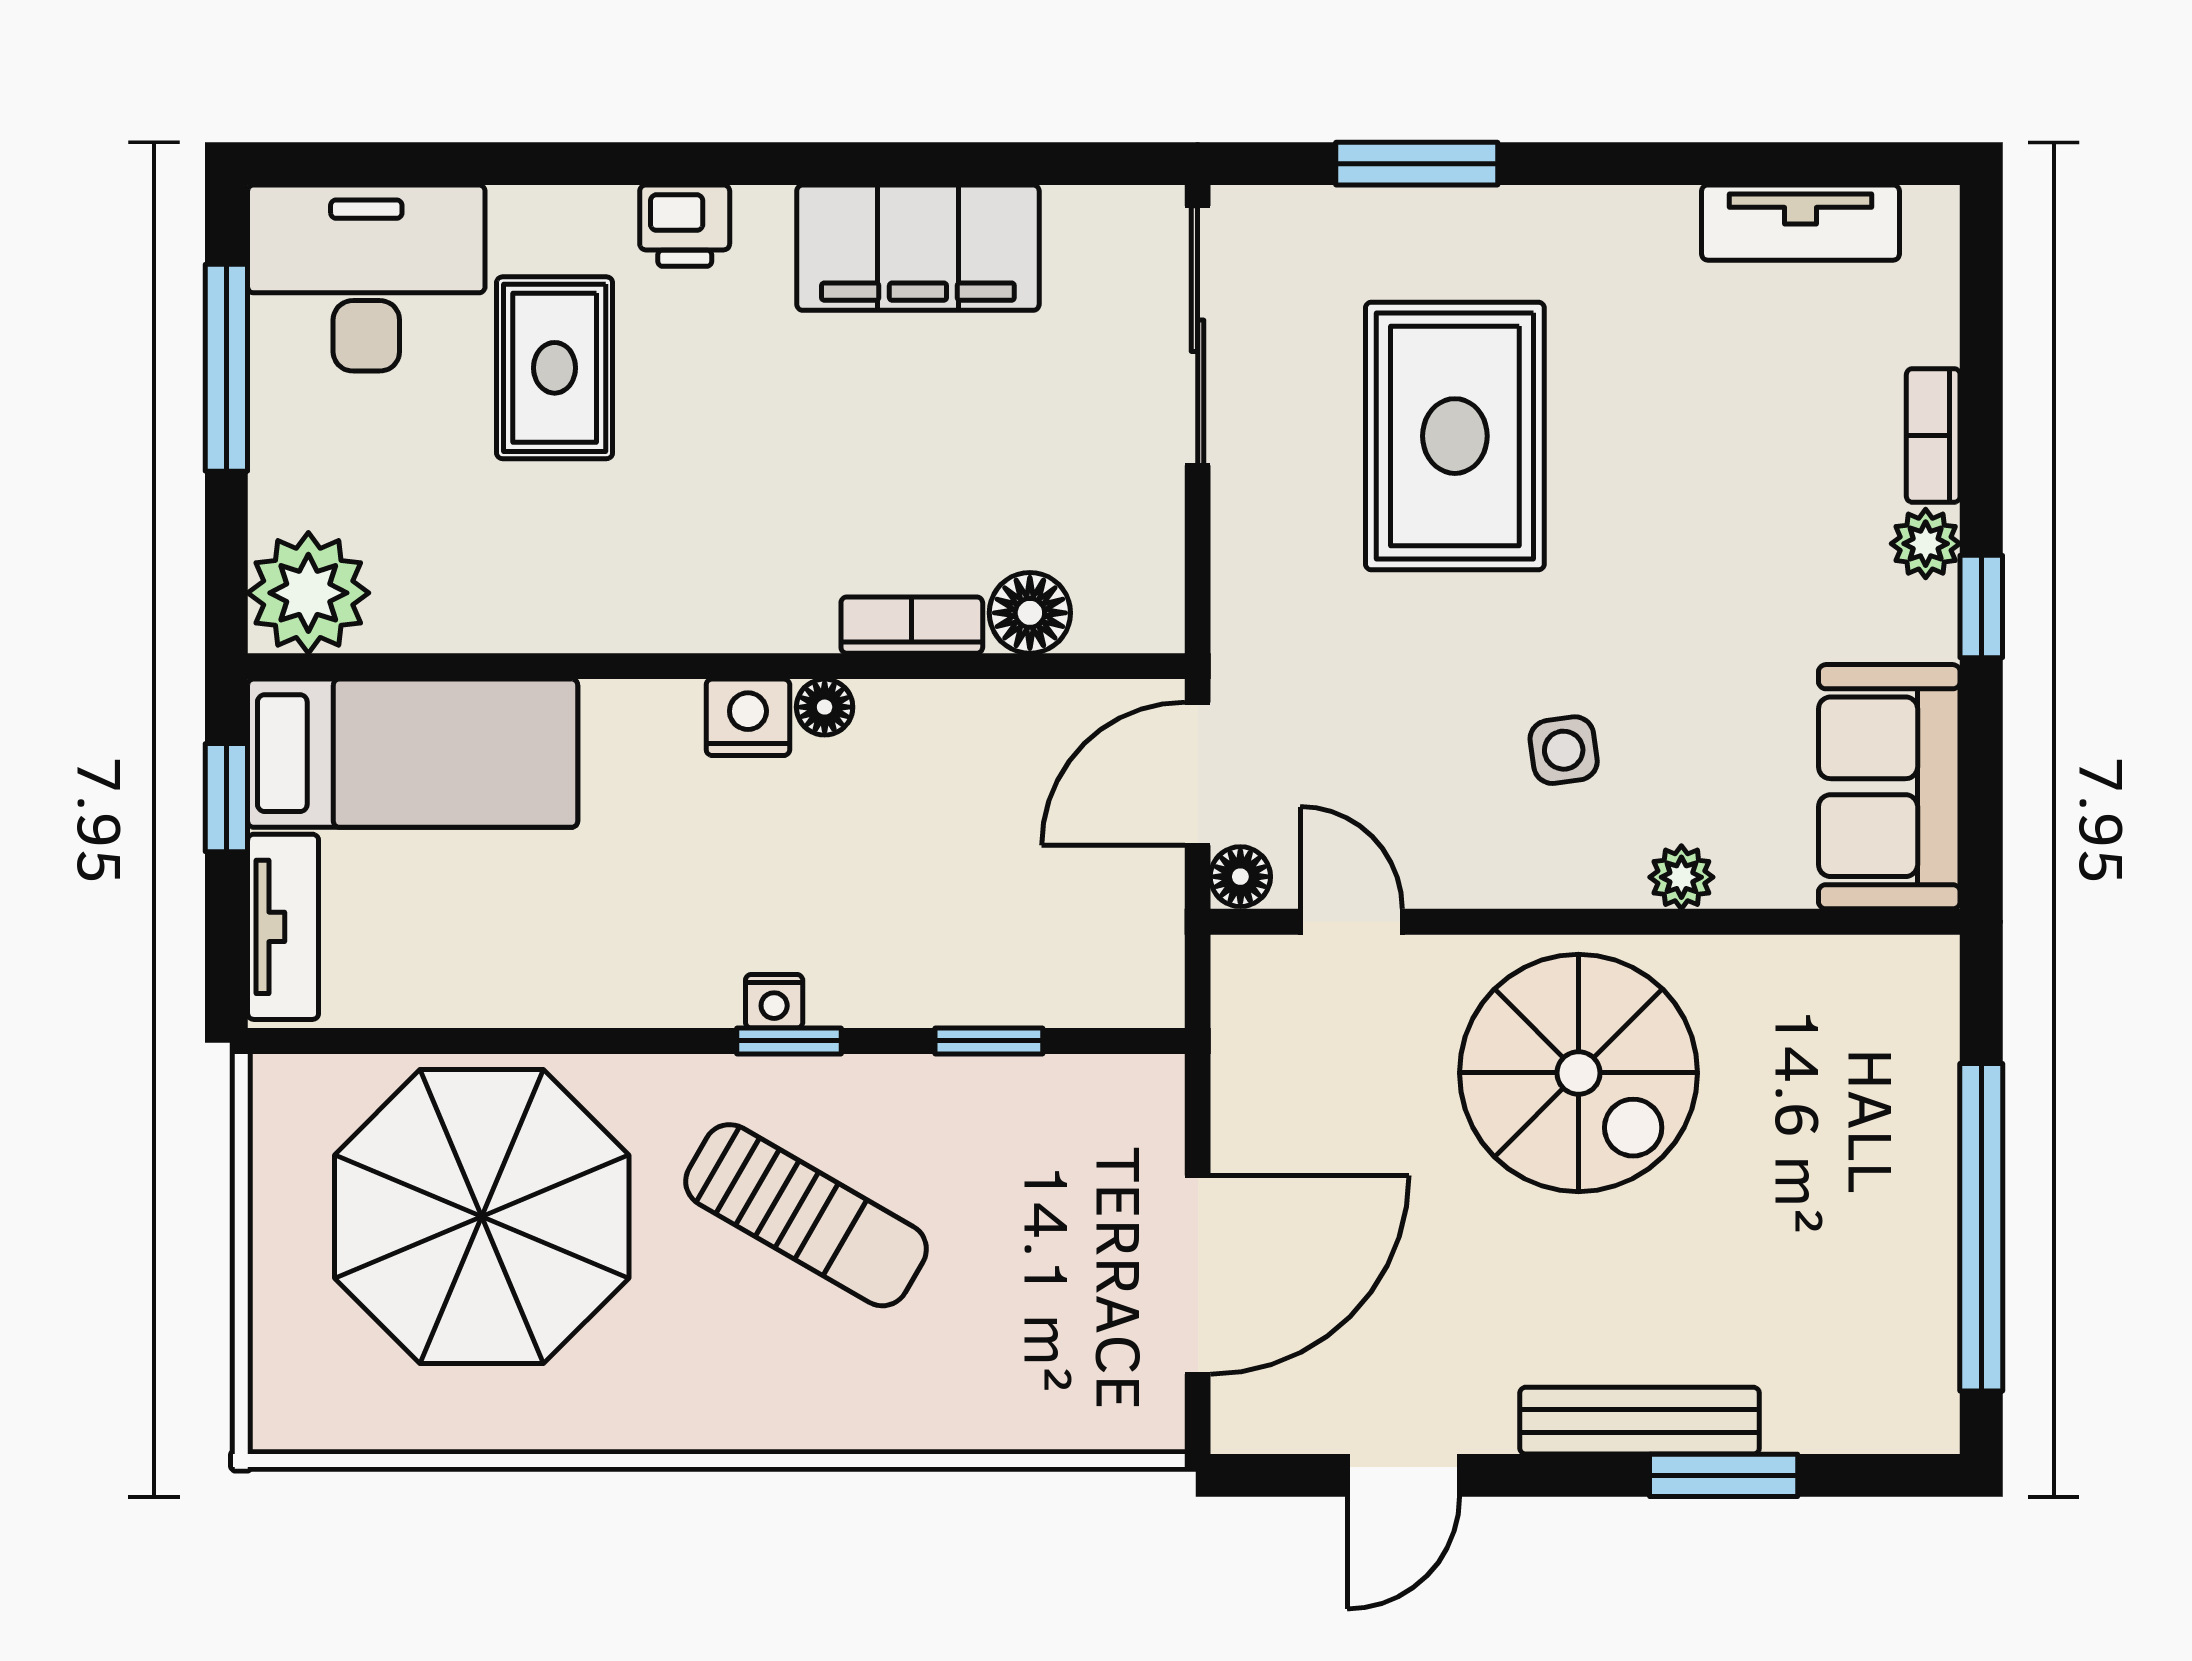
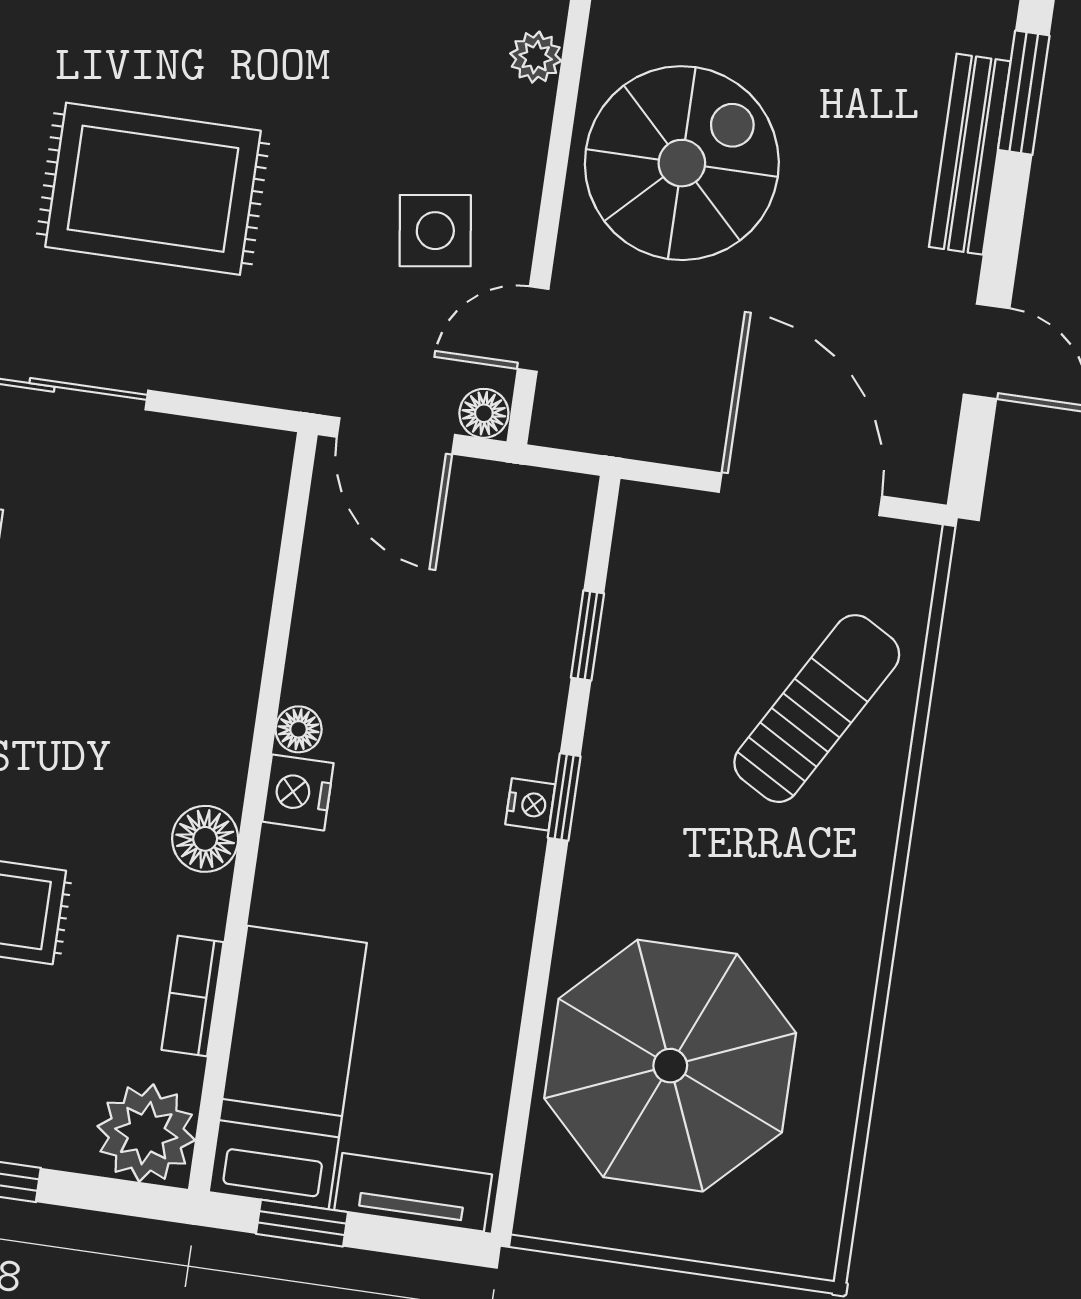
floor lamp: (1030, 613) -> (205, 839), moved
bookcase: (912, 625) -> (193, 996), moved
side table: (1564, 750) -> (435, 231), moved, width x1.37, depth x1.37
sun lounger: (806, 1215) -> (817, 709), moved

